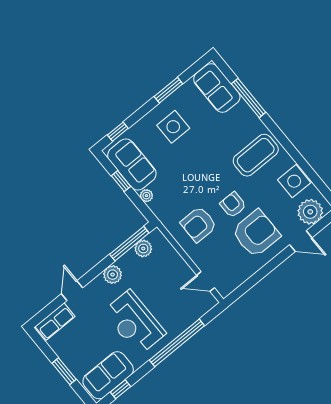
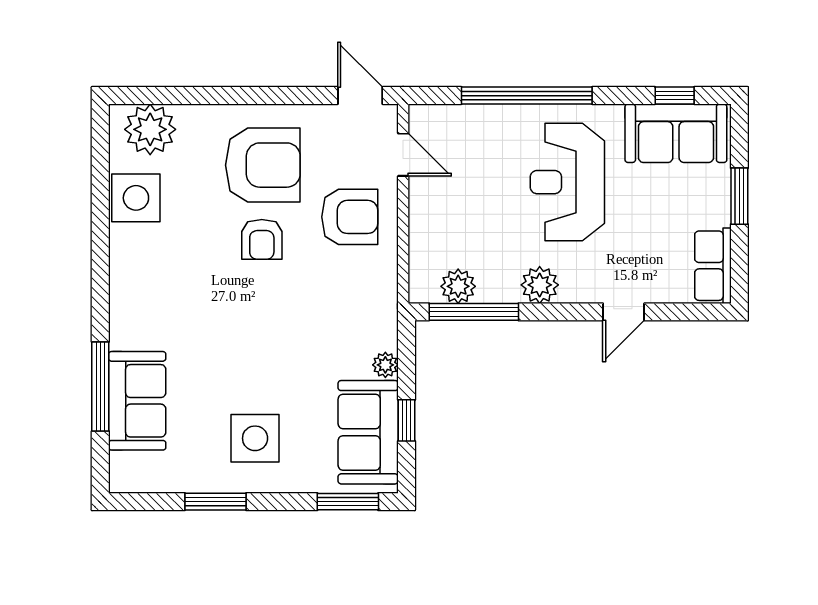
sofa: (217, 88) -> (137, 401), moved
window: (118, 132) -> (348, 502), width x1.50
coffee table: (256, 155) -> (163, 288), removed
armchair: (199, 224) -> (350, 217), moved
armchair: (256, 233) -> (263, 165), turned 180
door: (301, 241) -> (360, 96), moved
row of seats: (55, 321) -> (713, 266), moved, turned -90
reception desk: (134, 323) -> (567, 182), turned 180

